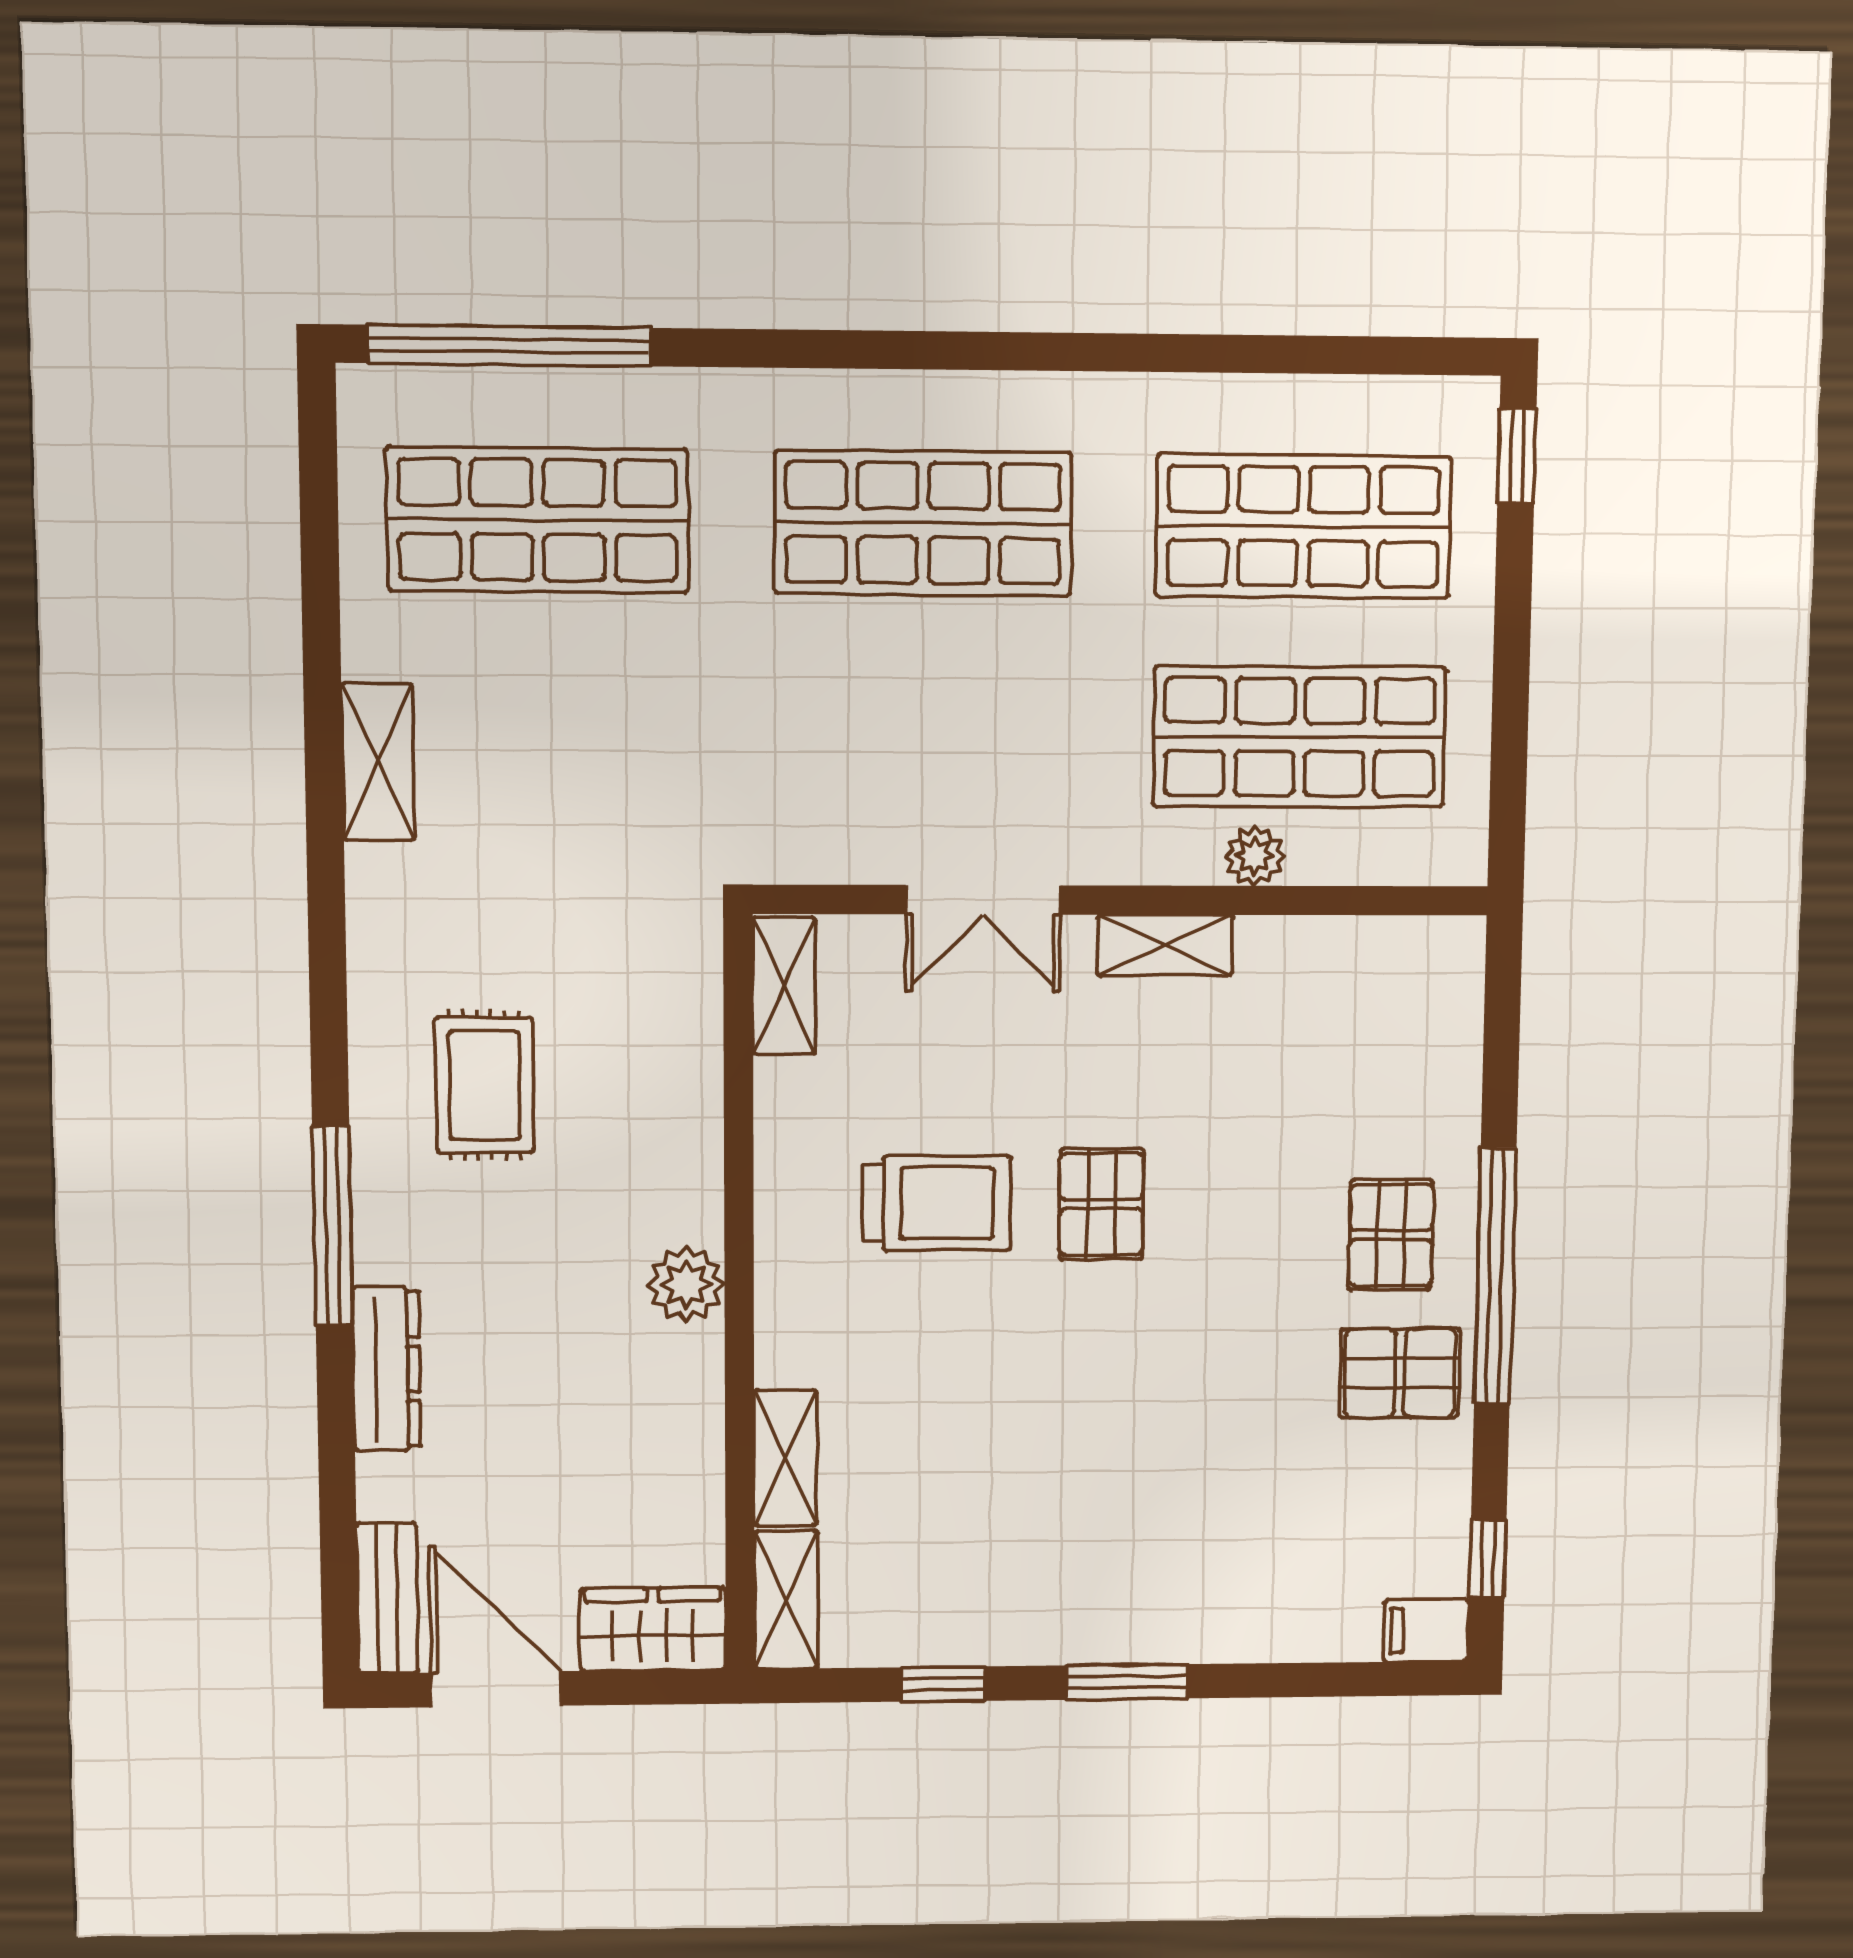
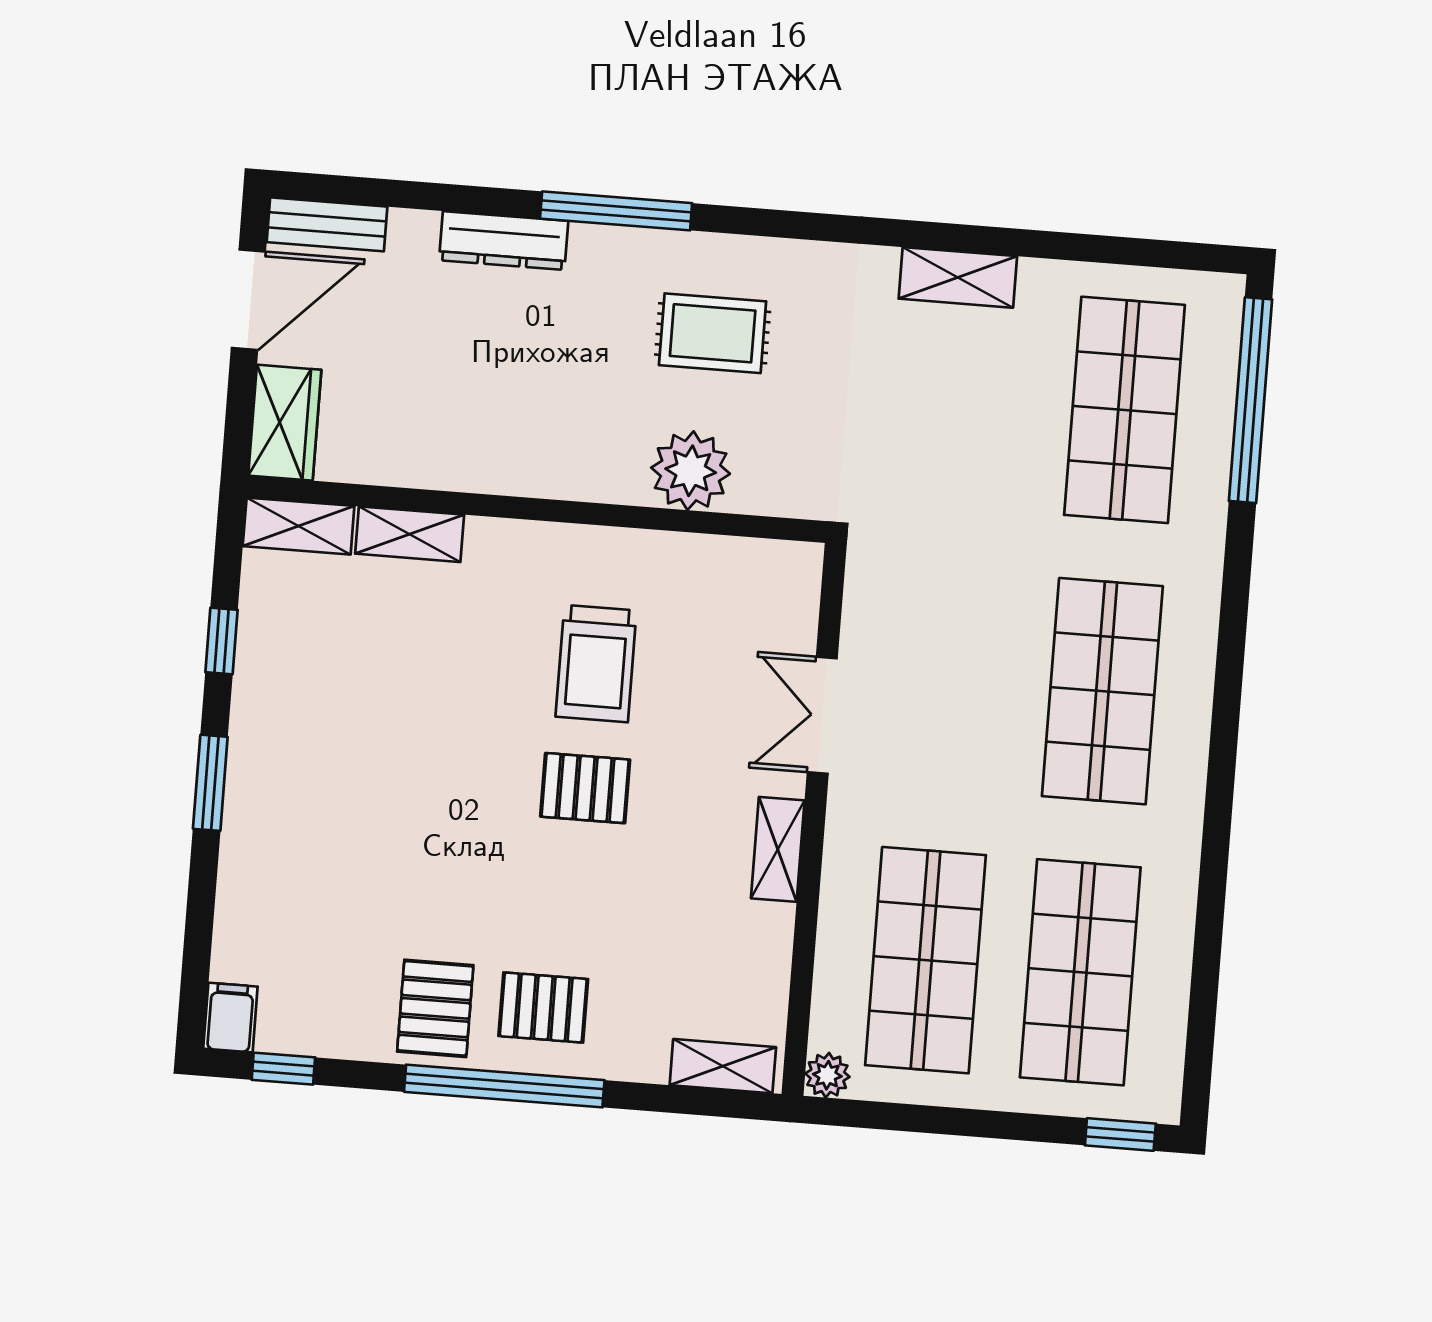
plant: (1255, 856) -> (827, 1075), moved
shelving: (784, 986) -> (723, 1066), moved
plant: (686, 1284) -> (691, 471), moved, width x1.36, depth x1.36

